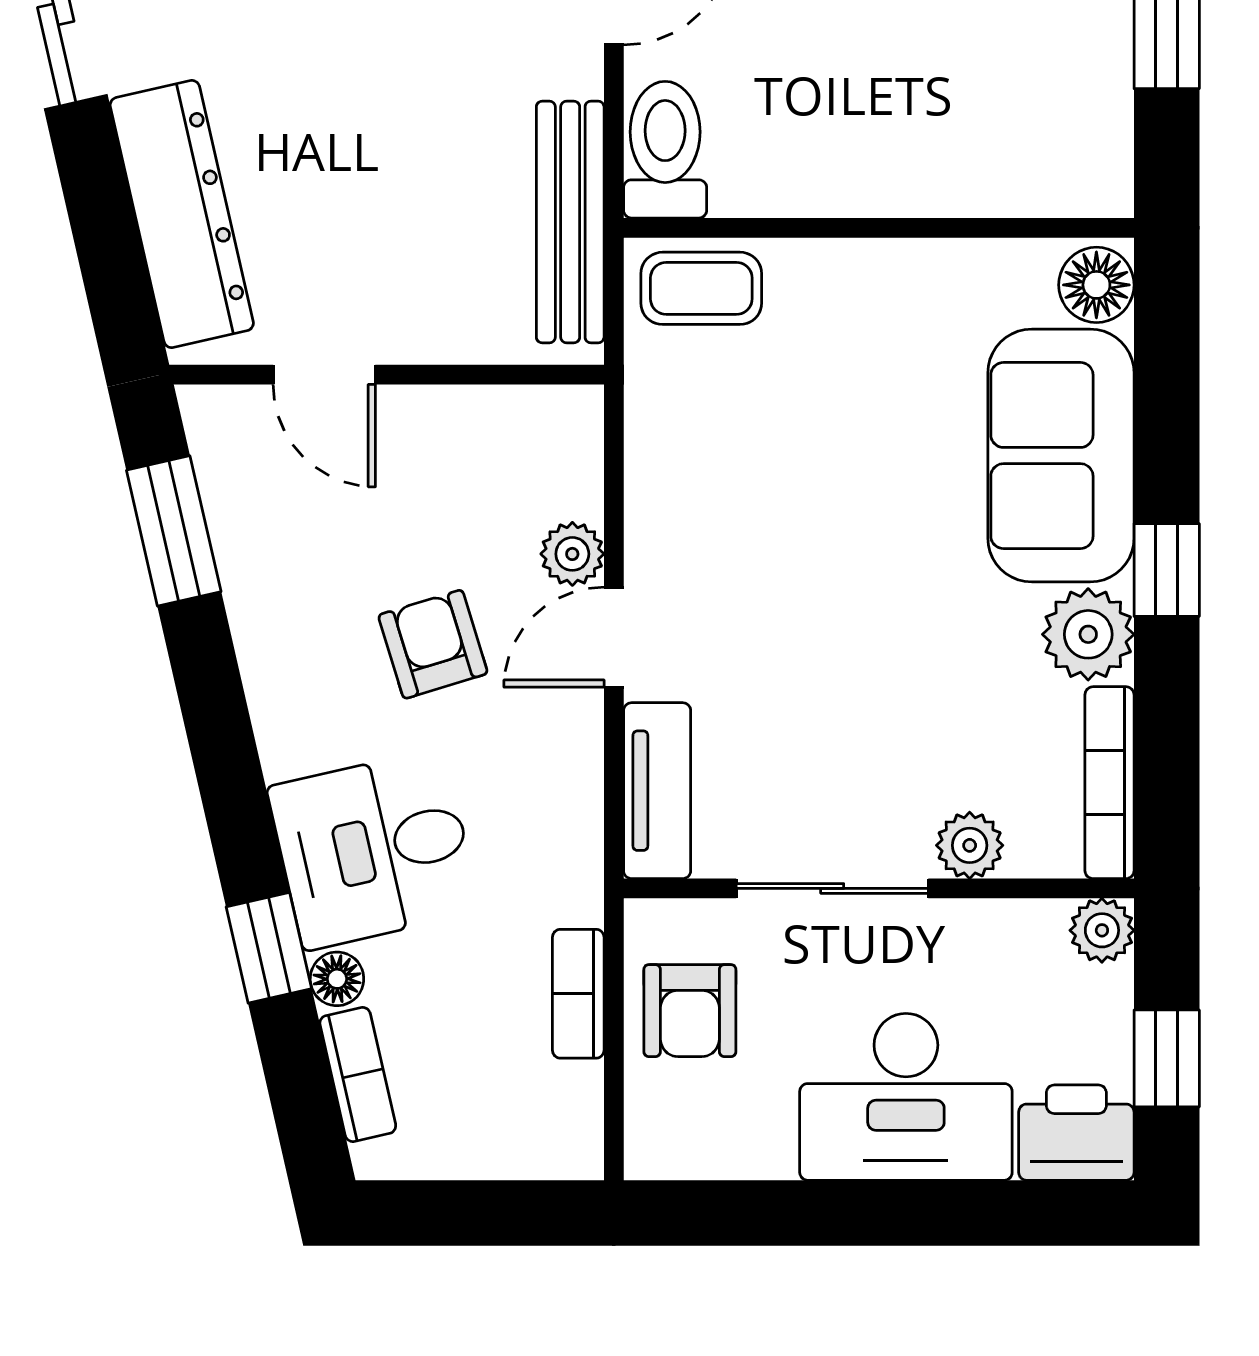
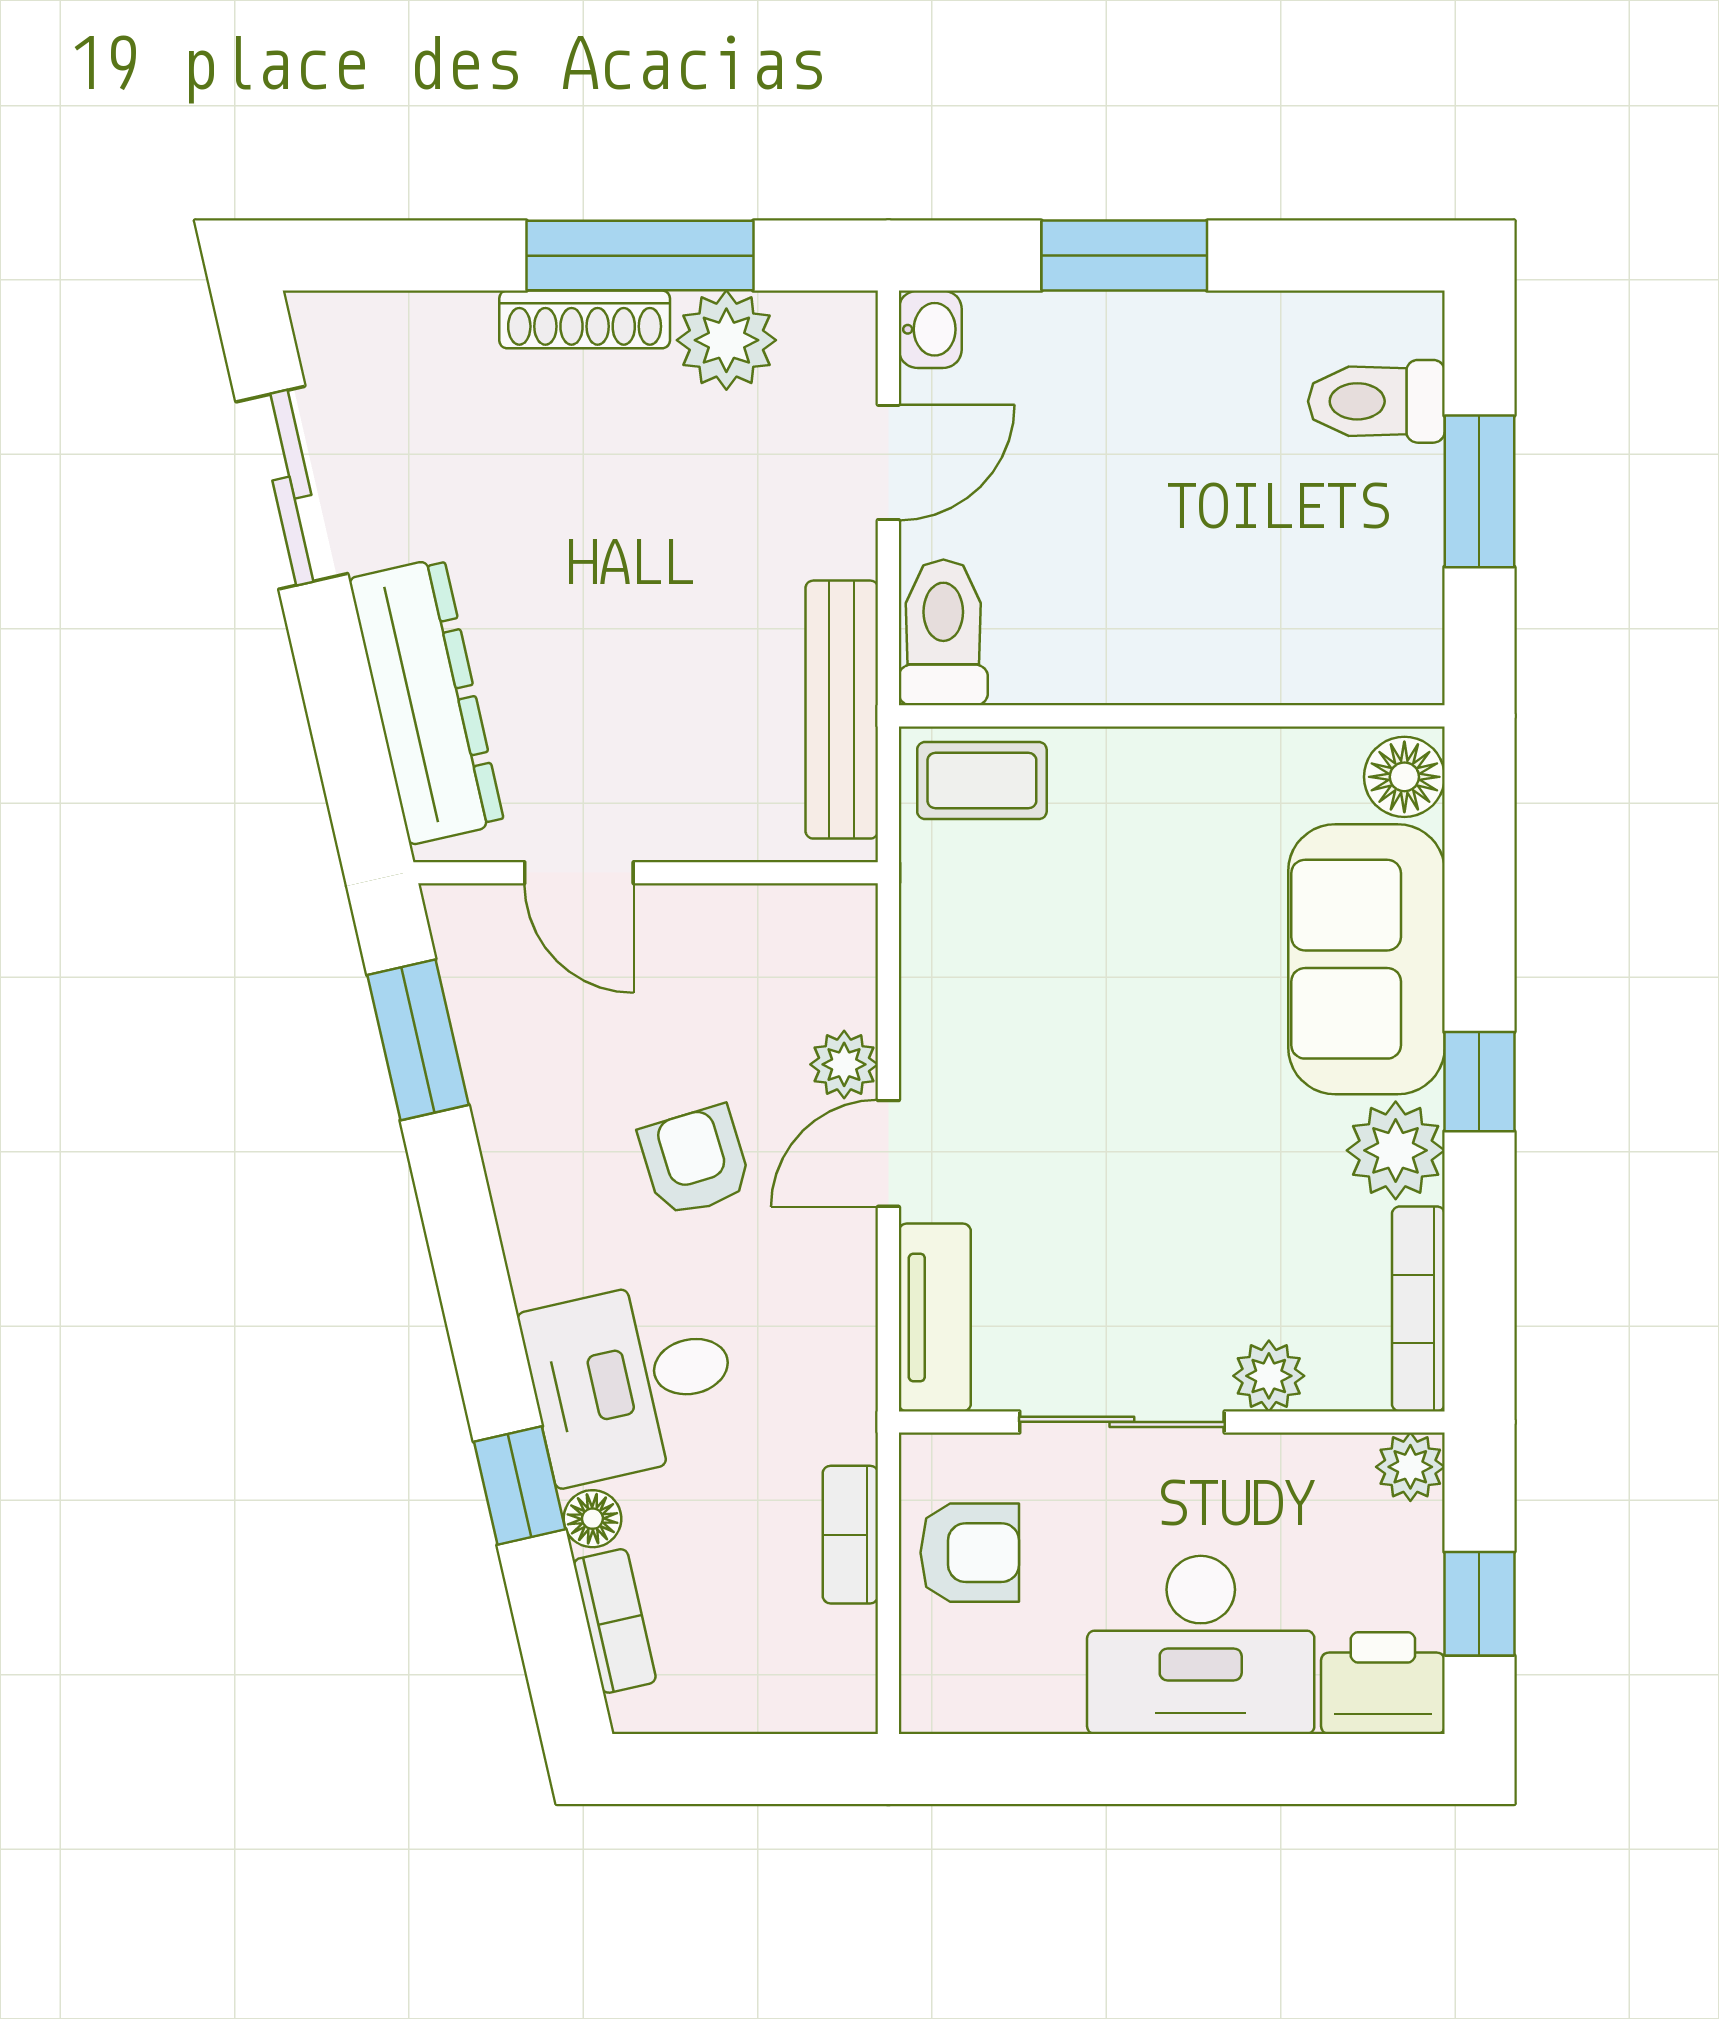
armchair: (690, 1011) -> (970, 1553), turned -90

